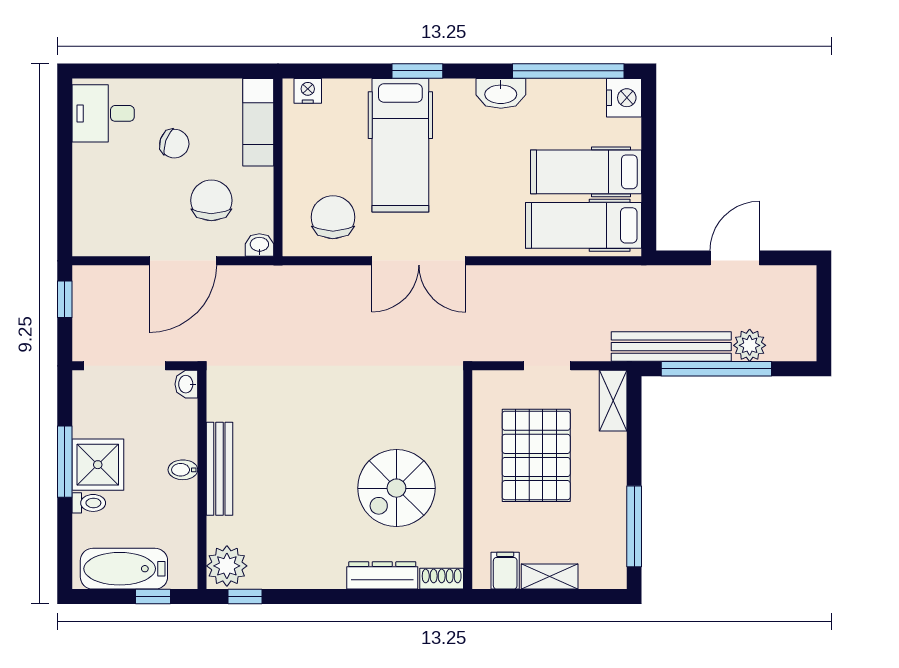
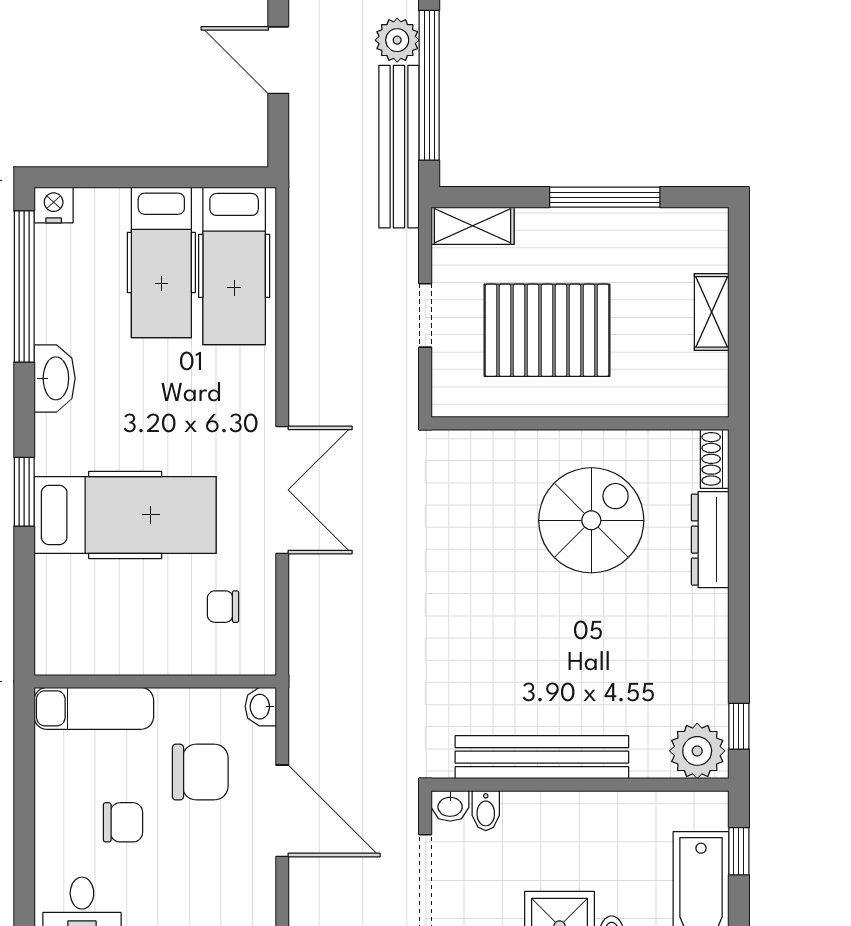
nightstand: (308, 91) -> (51, 641), removed
nightstand: (624, 98) -> (54, 205), width x0.74, depth x0.75
chair: (174, 144) -> (123, 822), turned 71
chair: (211, 200) -> (200, 772), turned 180
chair: (333, 217) -> (223, 607), width x0.54, depth x0.54
bench: (219, 469) -> (542, 757), width x1.37, depth x1.21
bidet: (183, 470) -> (486, 811), moved
spiral stairs: (396, 488) -> (591, 520), turned -90
window: (634, 526) -> (605, 197), moved
filing cabinet: (505, 571) -> (704, 372), removed

